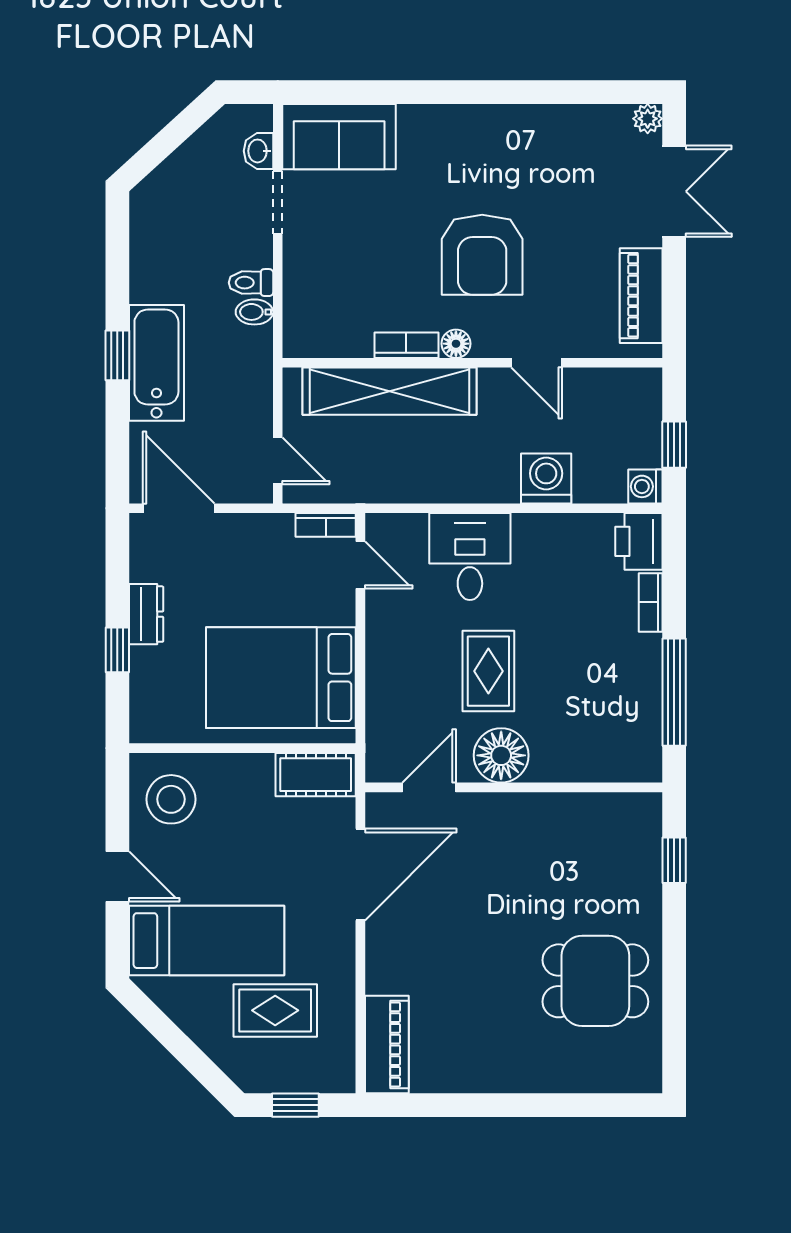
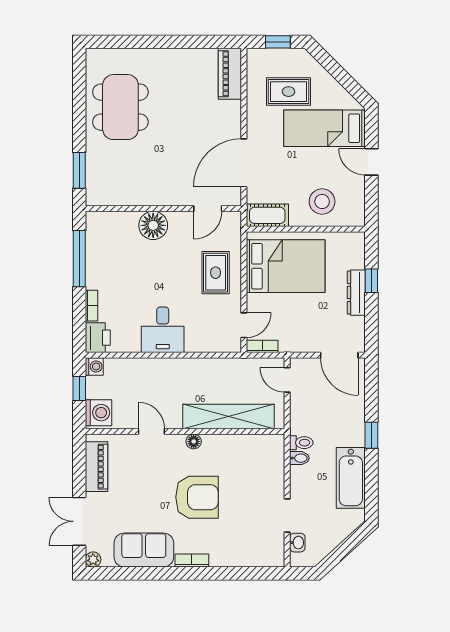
sofa: (339, 137) -> (144, 550), moved
armchair: (482, 255) -> (197, 497), moved, turned 90
toilet: (251, 283) -> (301, 443), moved
bookcase: (406, 345) -> (192, 561), moved, turned 180
bathtub: (156, 363) -> (351, 478), moved
washing machine: (546, 478) -> (99, 413), moved, turned -90
desk: (470, 557) -> (163, 330), moved
door: (360, 565) -> (244, 325), swing flipped
dresser: (146, 614) -> (356, 293), width x1.44
rug: (488, 671) -> (216, 273), moved
floor lamp: (501, 755) -> (153, 225), moved
stool: (171, 799) -> (322, 202), moved
window: (674, 860) -> (79, 170), width x1.50
dining table: (595, 981) -> (120, 107), width x1.38

